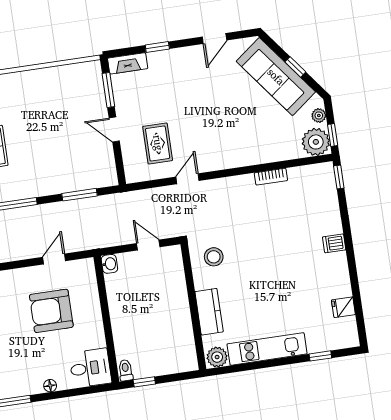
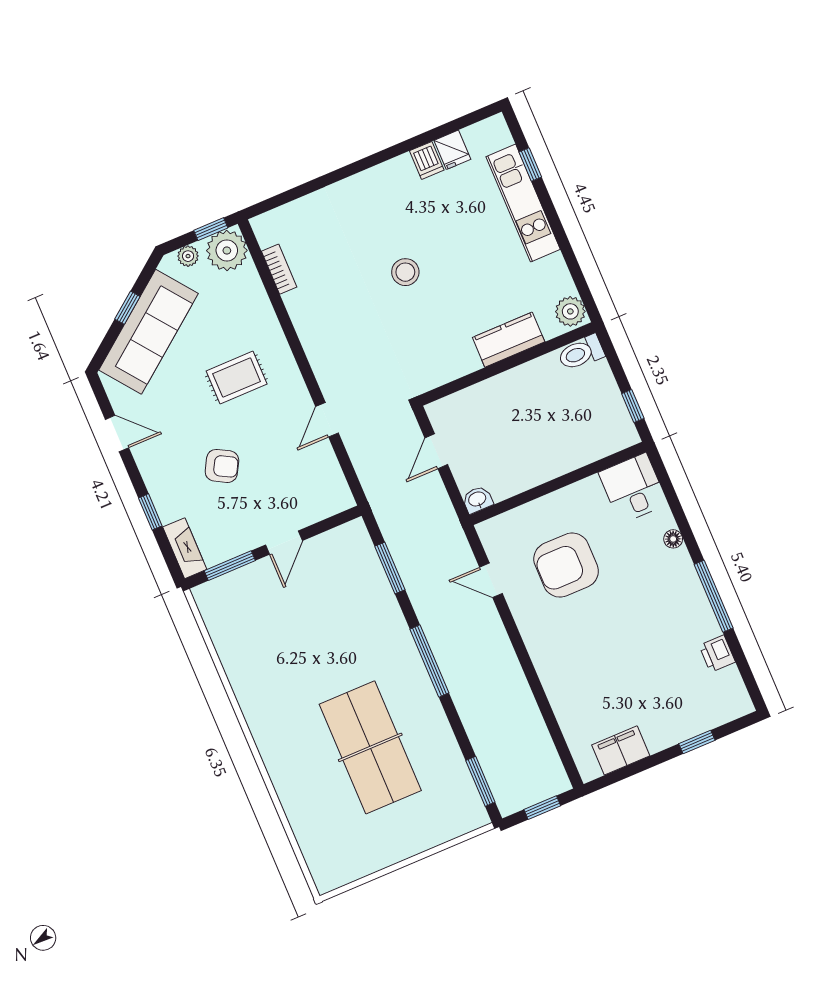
armchair: (175, 102) -> (222, 466), added
rug: (158, 143) -> (237, 378), moved
bookcase: (271, 177) -> (279, 269), moved
window: (339, 177) -> (268, 205), removed
door: (188, 179) -> (327, 420), hinge flipped
dishwasher: (334, 243) -> (427, 160), moved
stool: (214, 257) -> (405, 272), moved
armchair: (51, 311) -> (566, 565), turned 90
kitchen unit: (267, 349) -> (523, 203), moved
toilet: (126, 370) -> (581, 353), moved, width x1.37, depth x1.39

